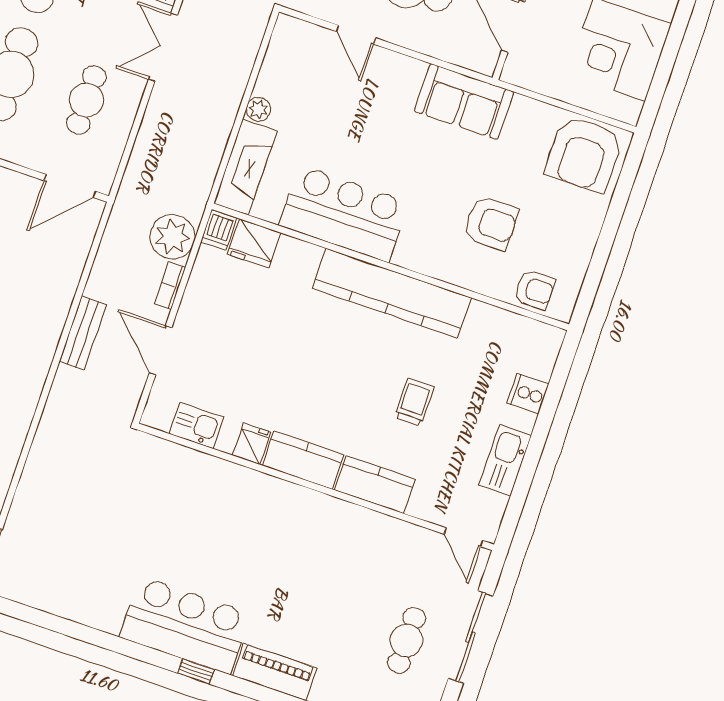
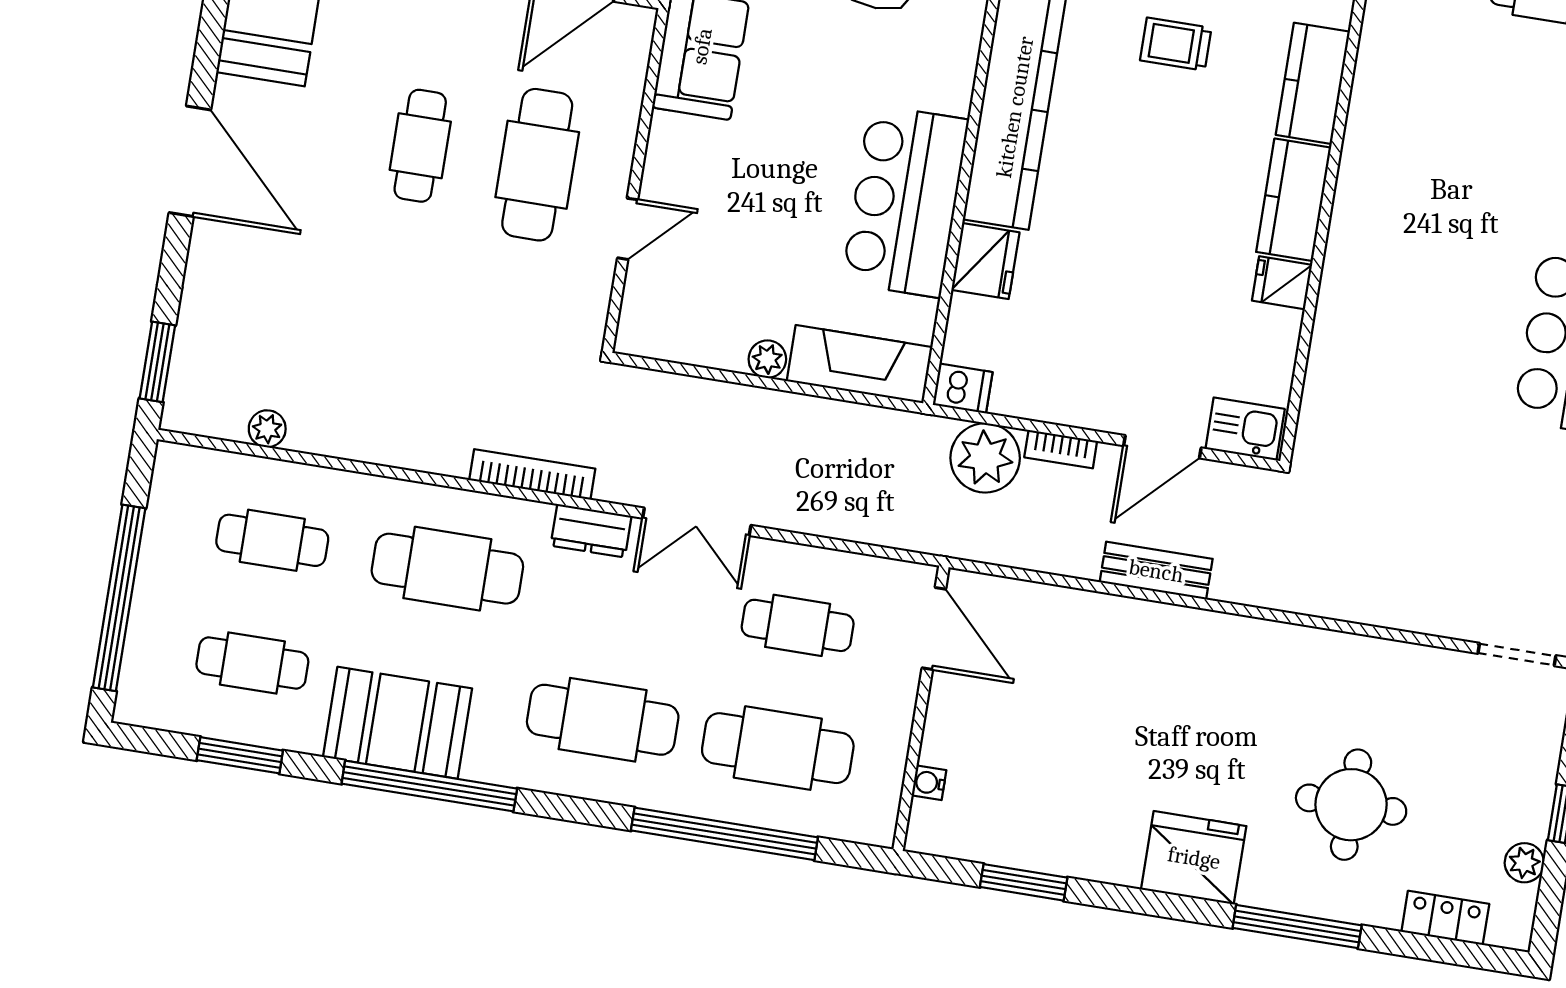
fridge: (254, 243) -> (985, 261), moved
kitchen sink: (196, 425) -> (1245, 429), moved, turned 90

